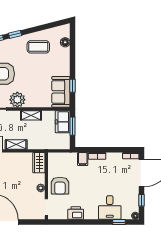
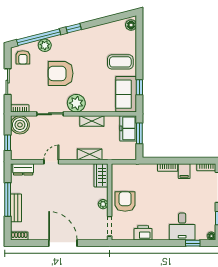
floor lamp: (65, 42) -> (131, 25), moved
coffee table: (38, 47) -> (120, 62), moved
shelving: (16, 145) -> (90, 154), moved
filing cabinet: (83, 159) -> (184, 171), moved
armchair: (60, 186) -> (125, 202), turned 180

